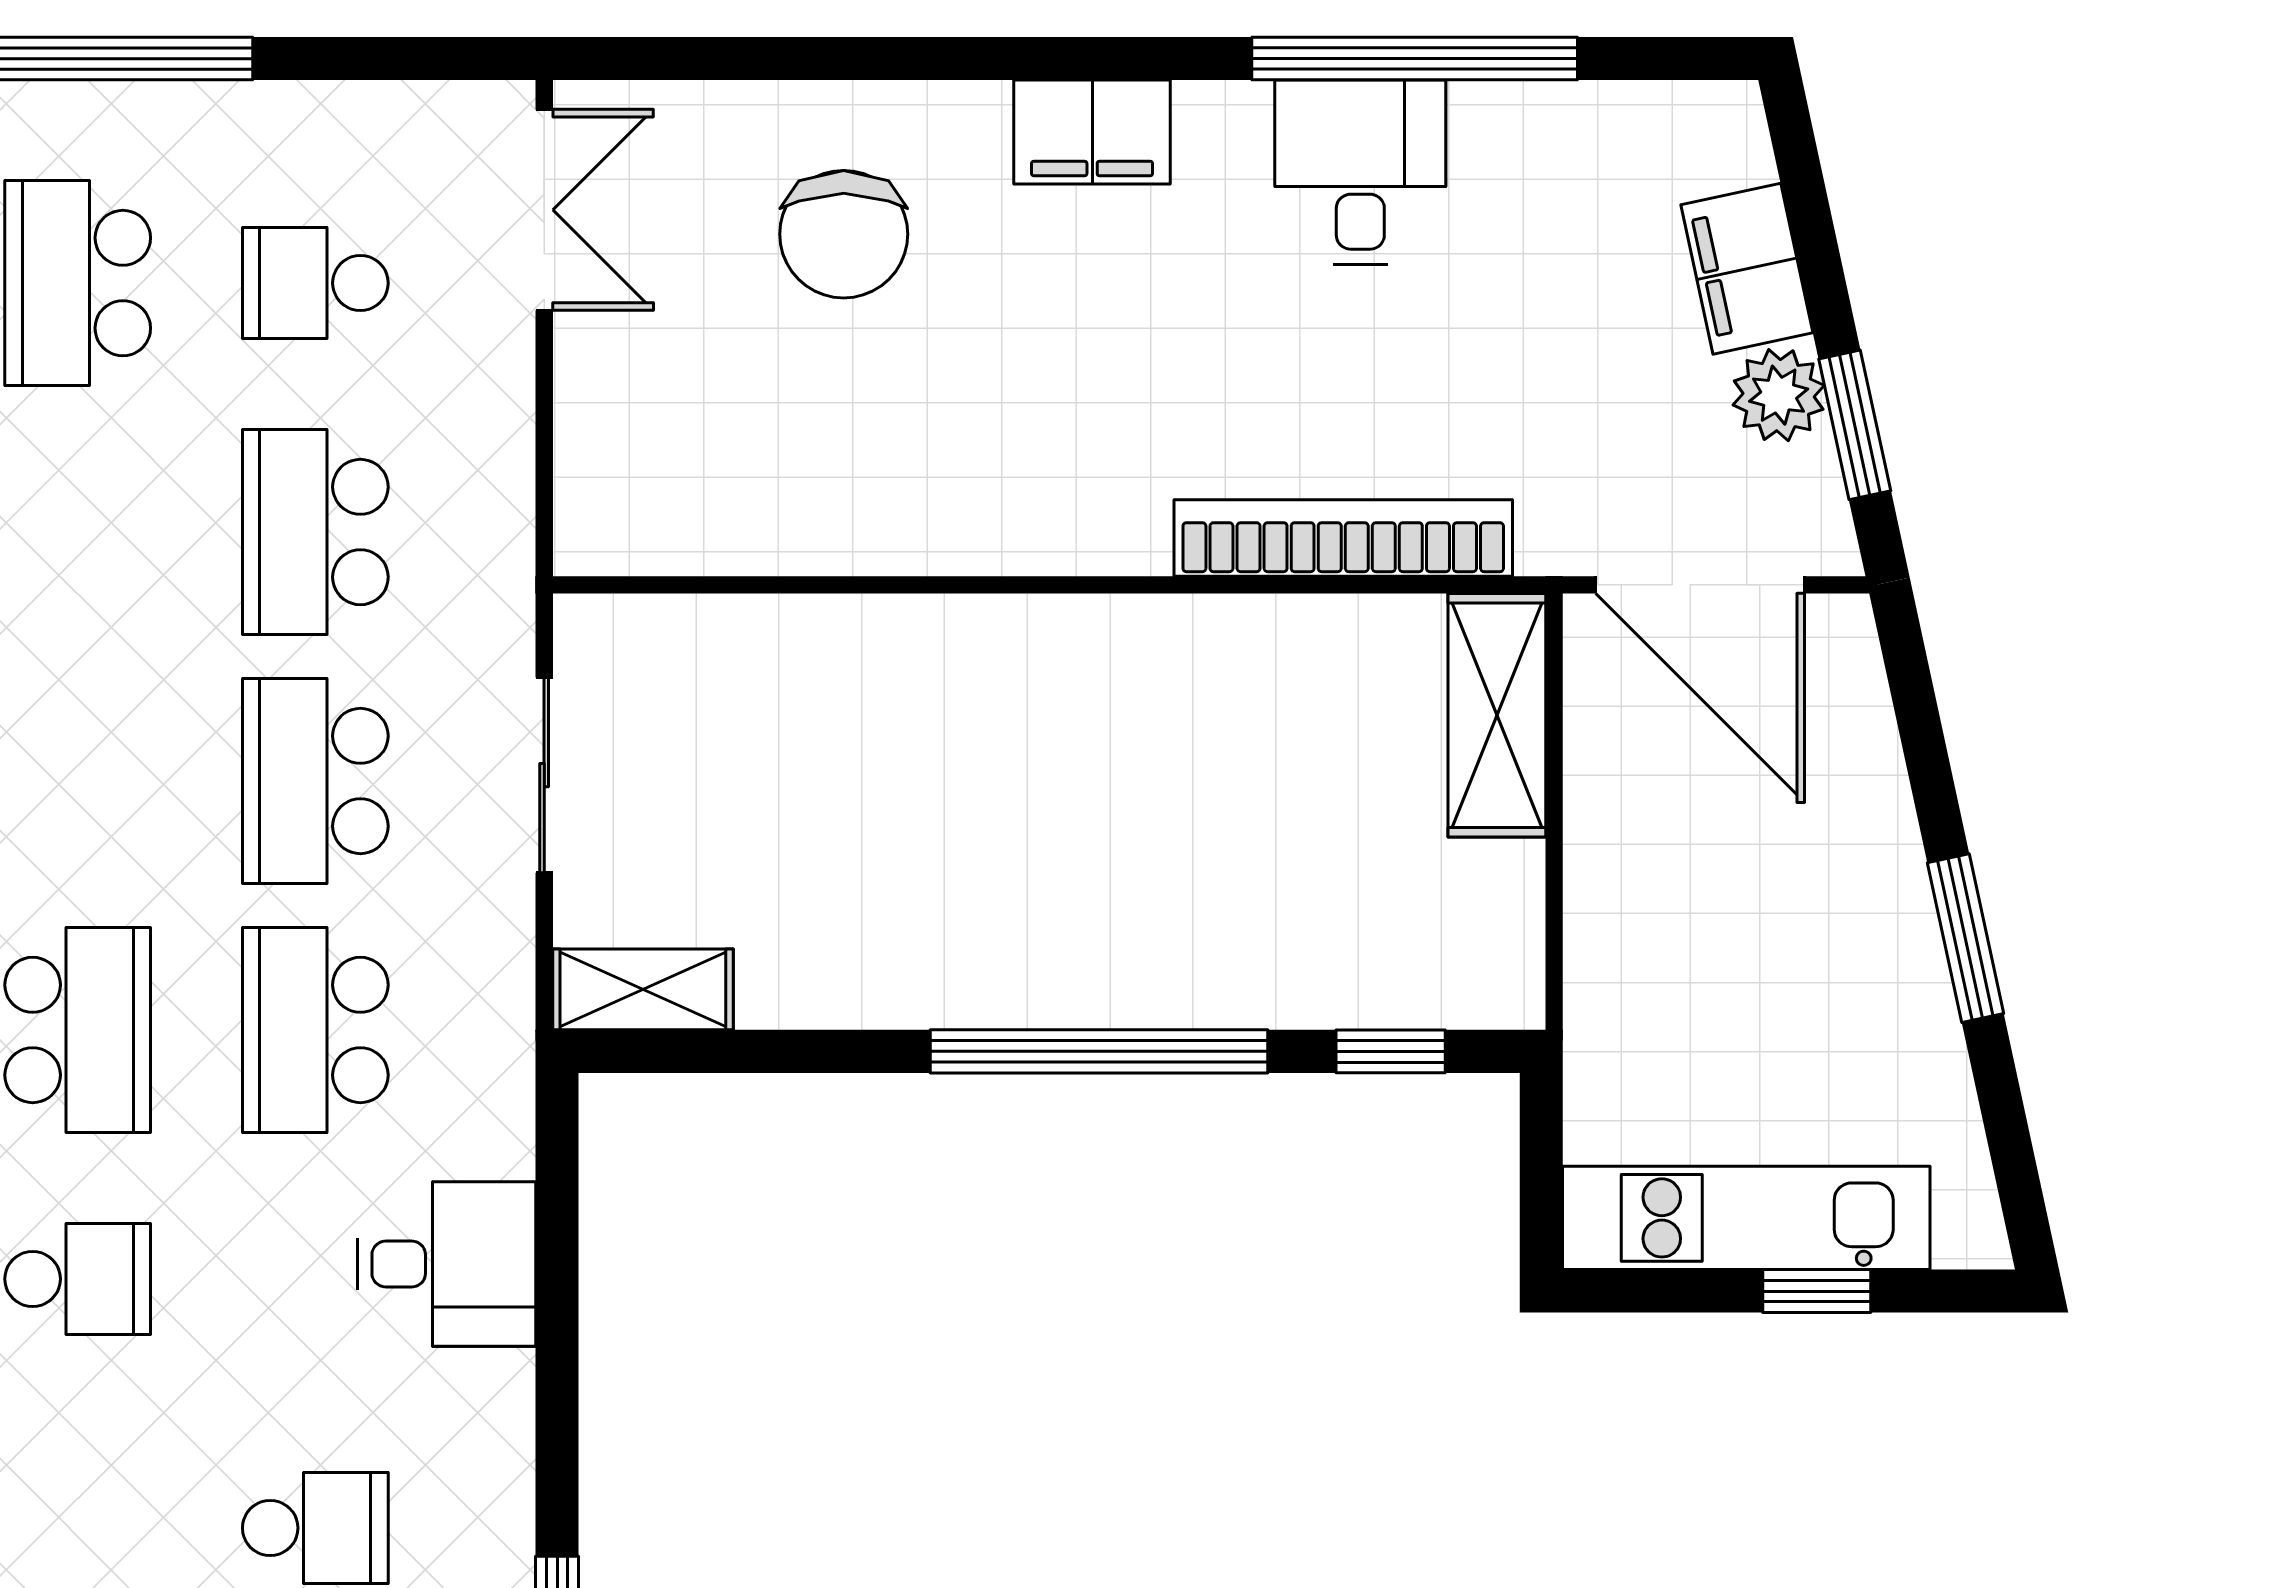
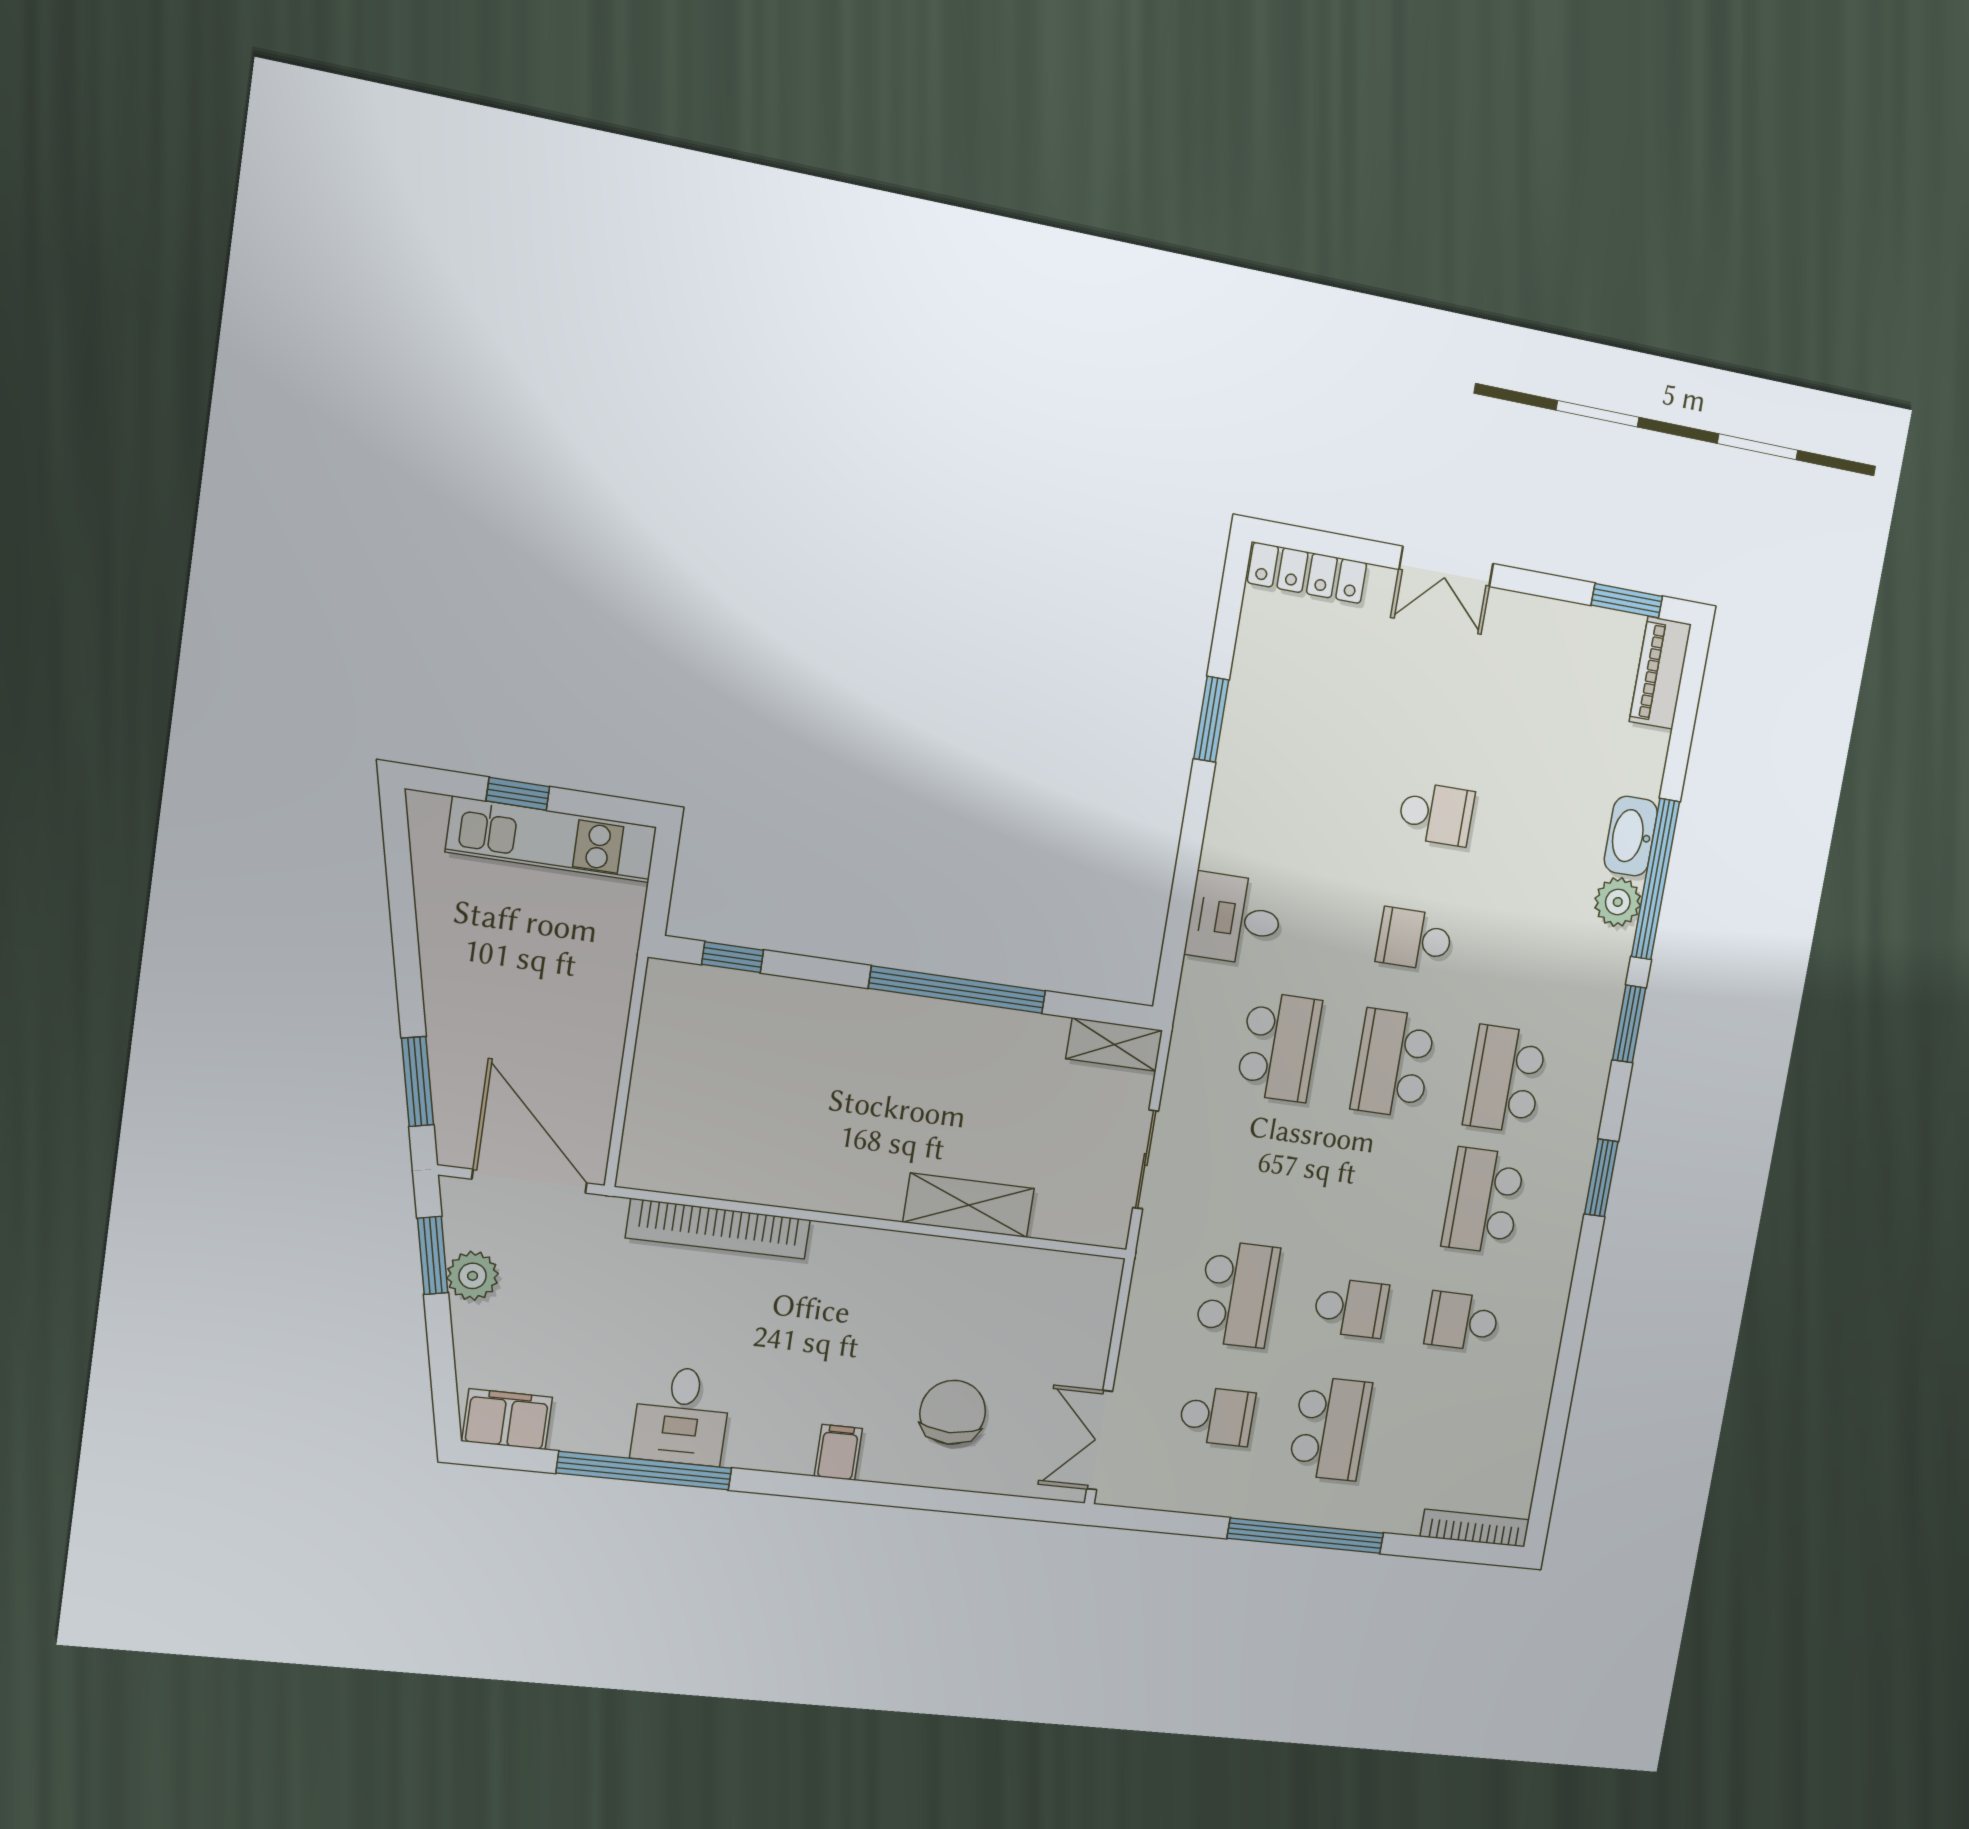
filing cabinet: (1092, 132) -> (838, 1452), width x0.50
filing cabinet: (1747, 269) -> (507, 1419), moved, turned -78
shelving: (1497, 715) -> (969, 1205), moved, turned 90
school desk: (315, 781) -> (1351, 1308), moved, width x0.54
window: (1965, 938) -> (417, 1082), moved
window: (1099, 1051) -> (957, 990), moved
school desk: (315, 1528) -> (1436, 814), moved, turned 180

